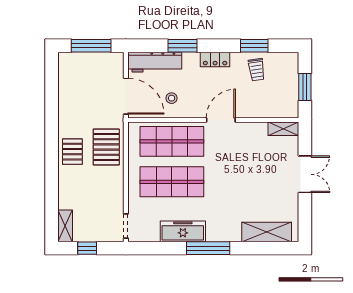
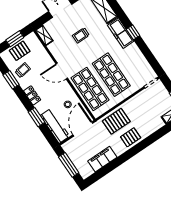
pallet: (285, 83) -> (20, 51), added
filing cabinet: (69, 95) -> (102, 159), added
trolley: (251, 177) -> (81, 35), added
freezer: (183, 231) -> (121, 33), moved
window: (208, 248) -> (133, 32), width x0.46

